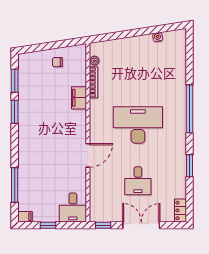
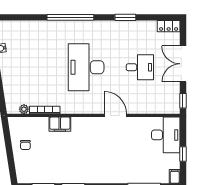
desk: (73, 207) -> (166, 135), width x1.37

